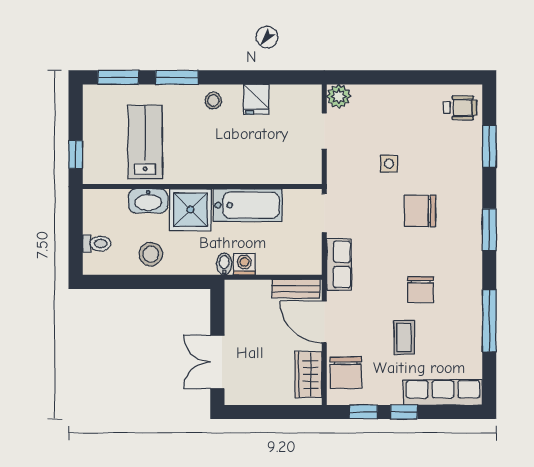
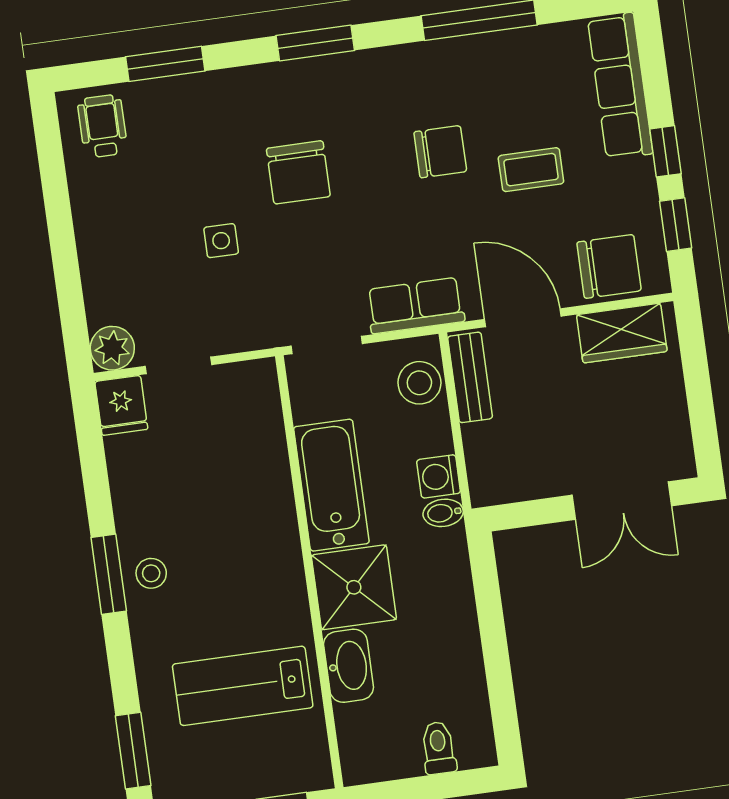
window: (177, 77) -> (109, 574), moved
fridge: (256, 99) -> (121, 405), moved, turned 90
stool: (151, 254) -> (419, 383), moved
door: (324, 322) -> (523, 318), swing flipped

